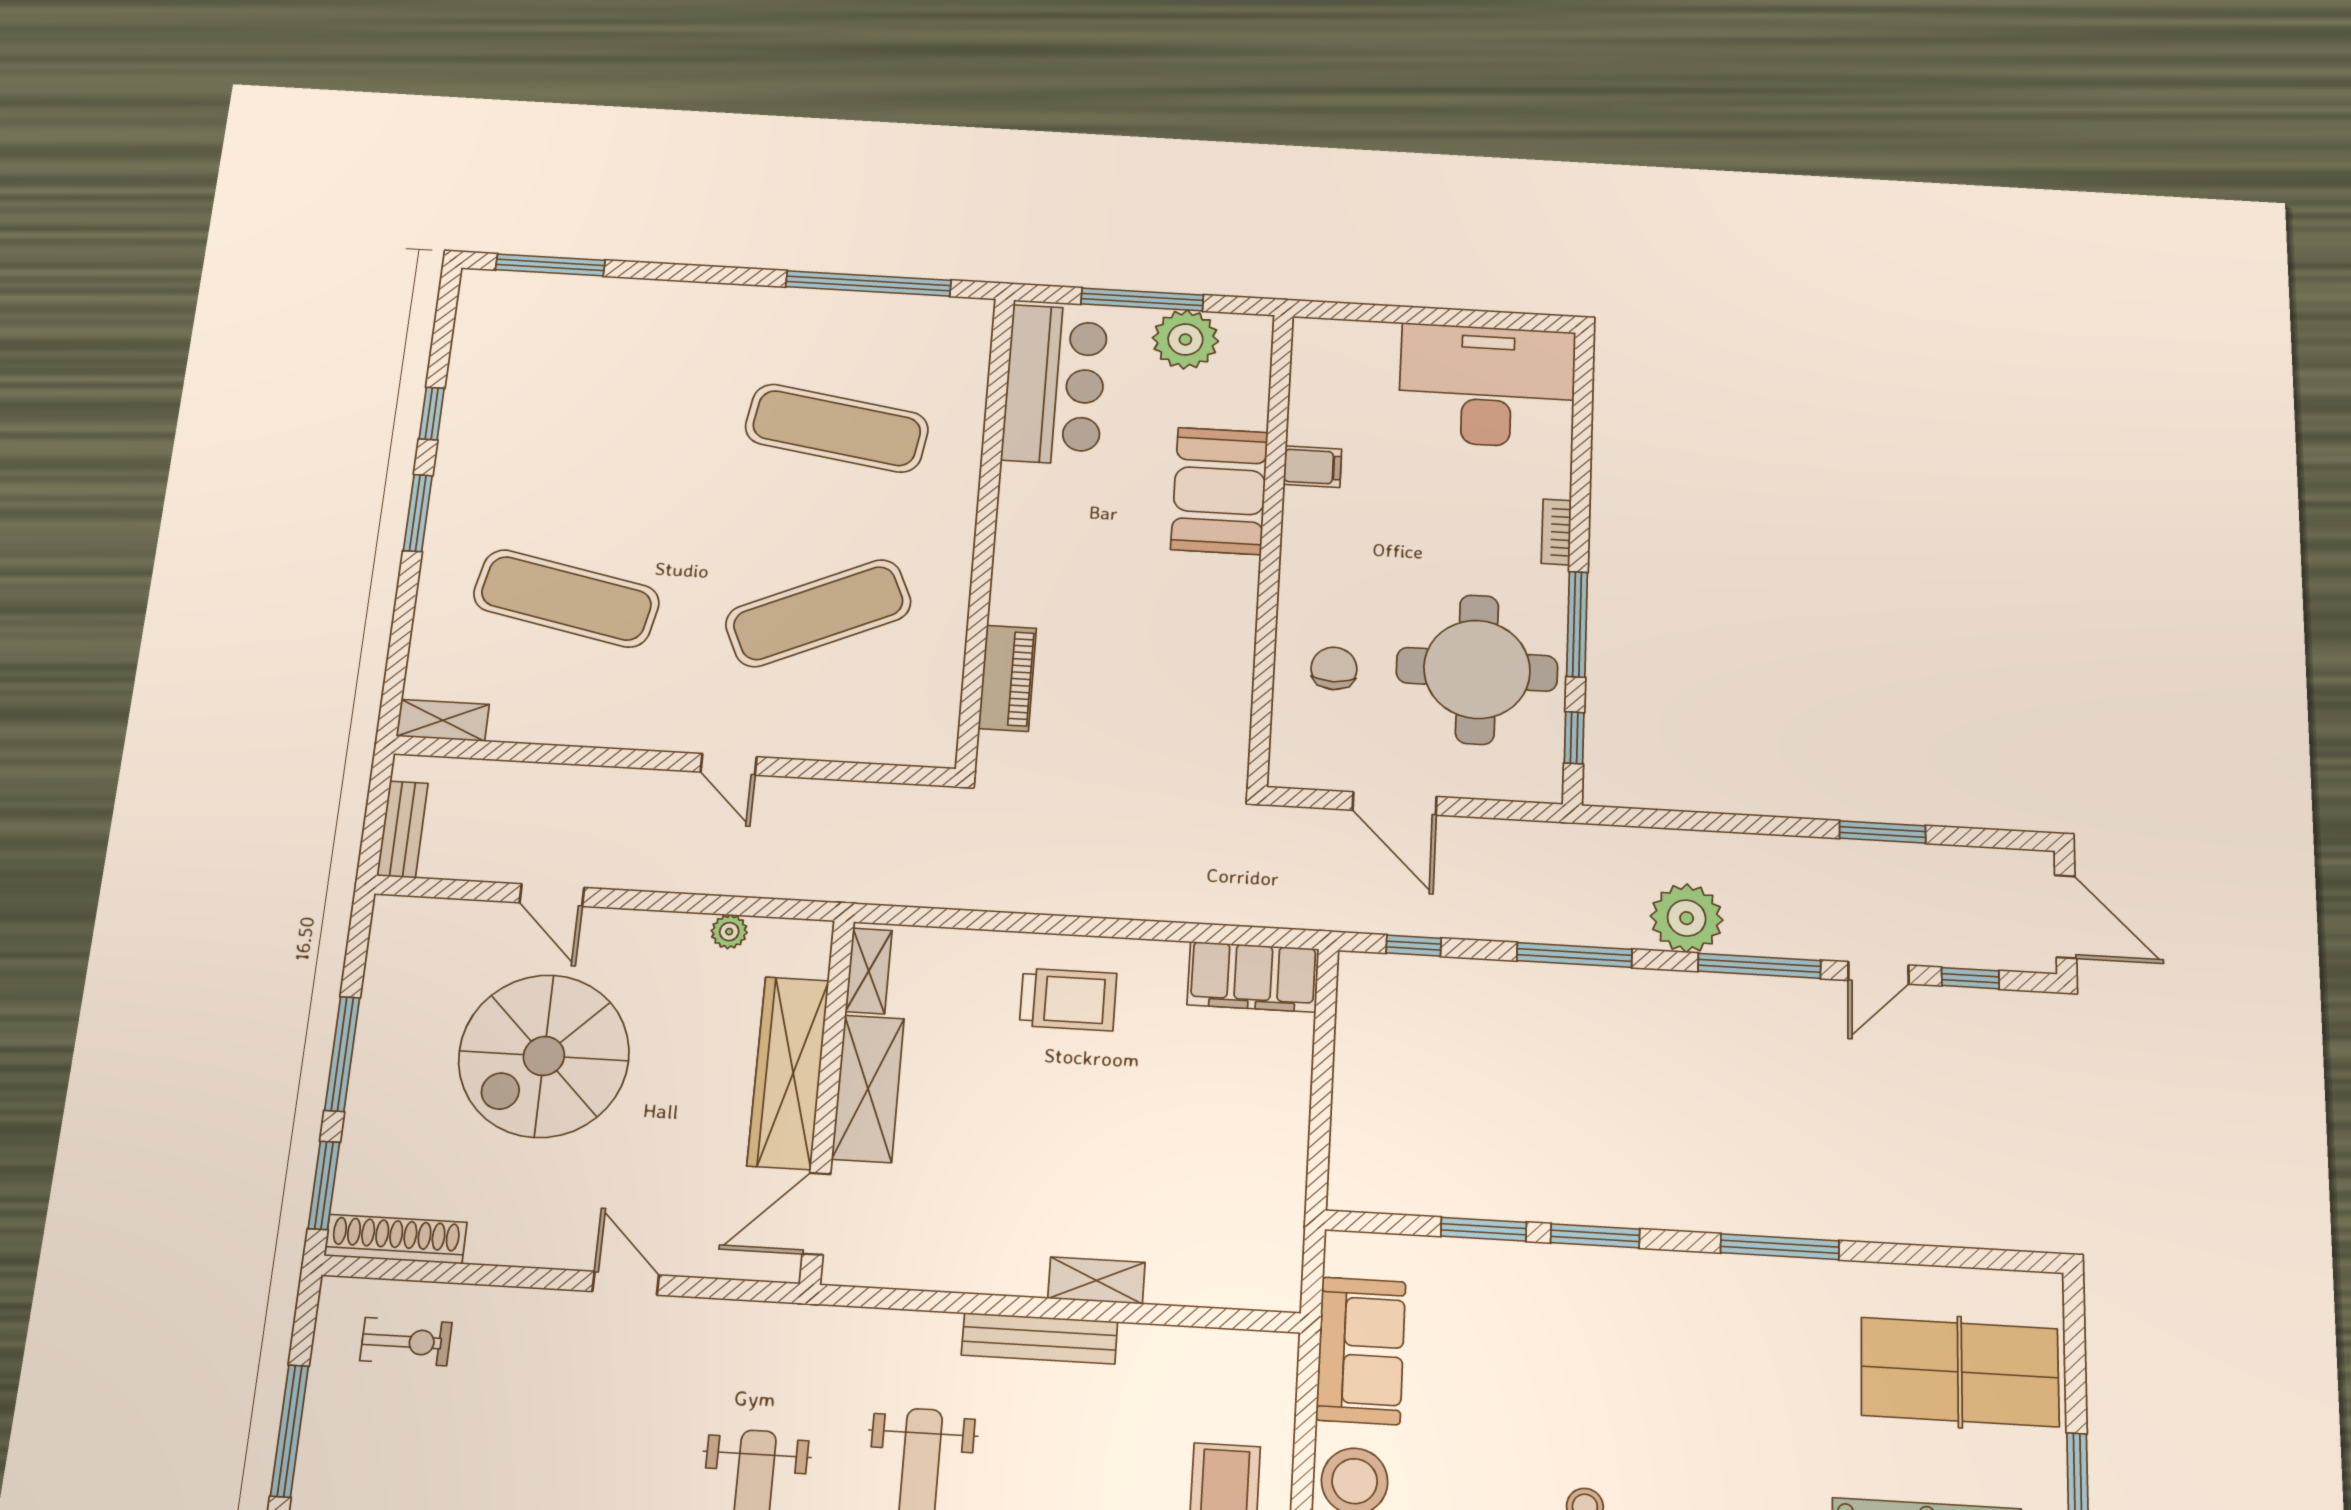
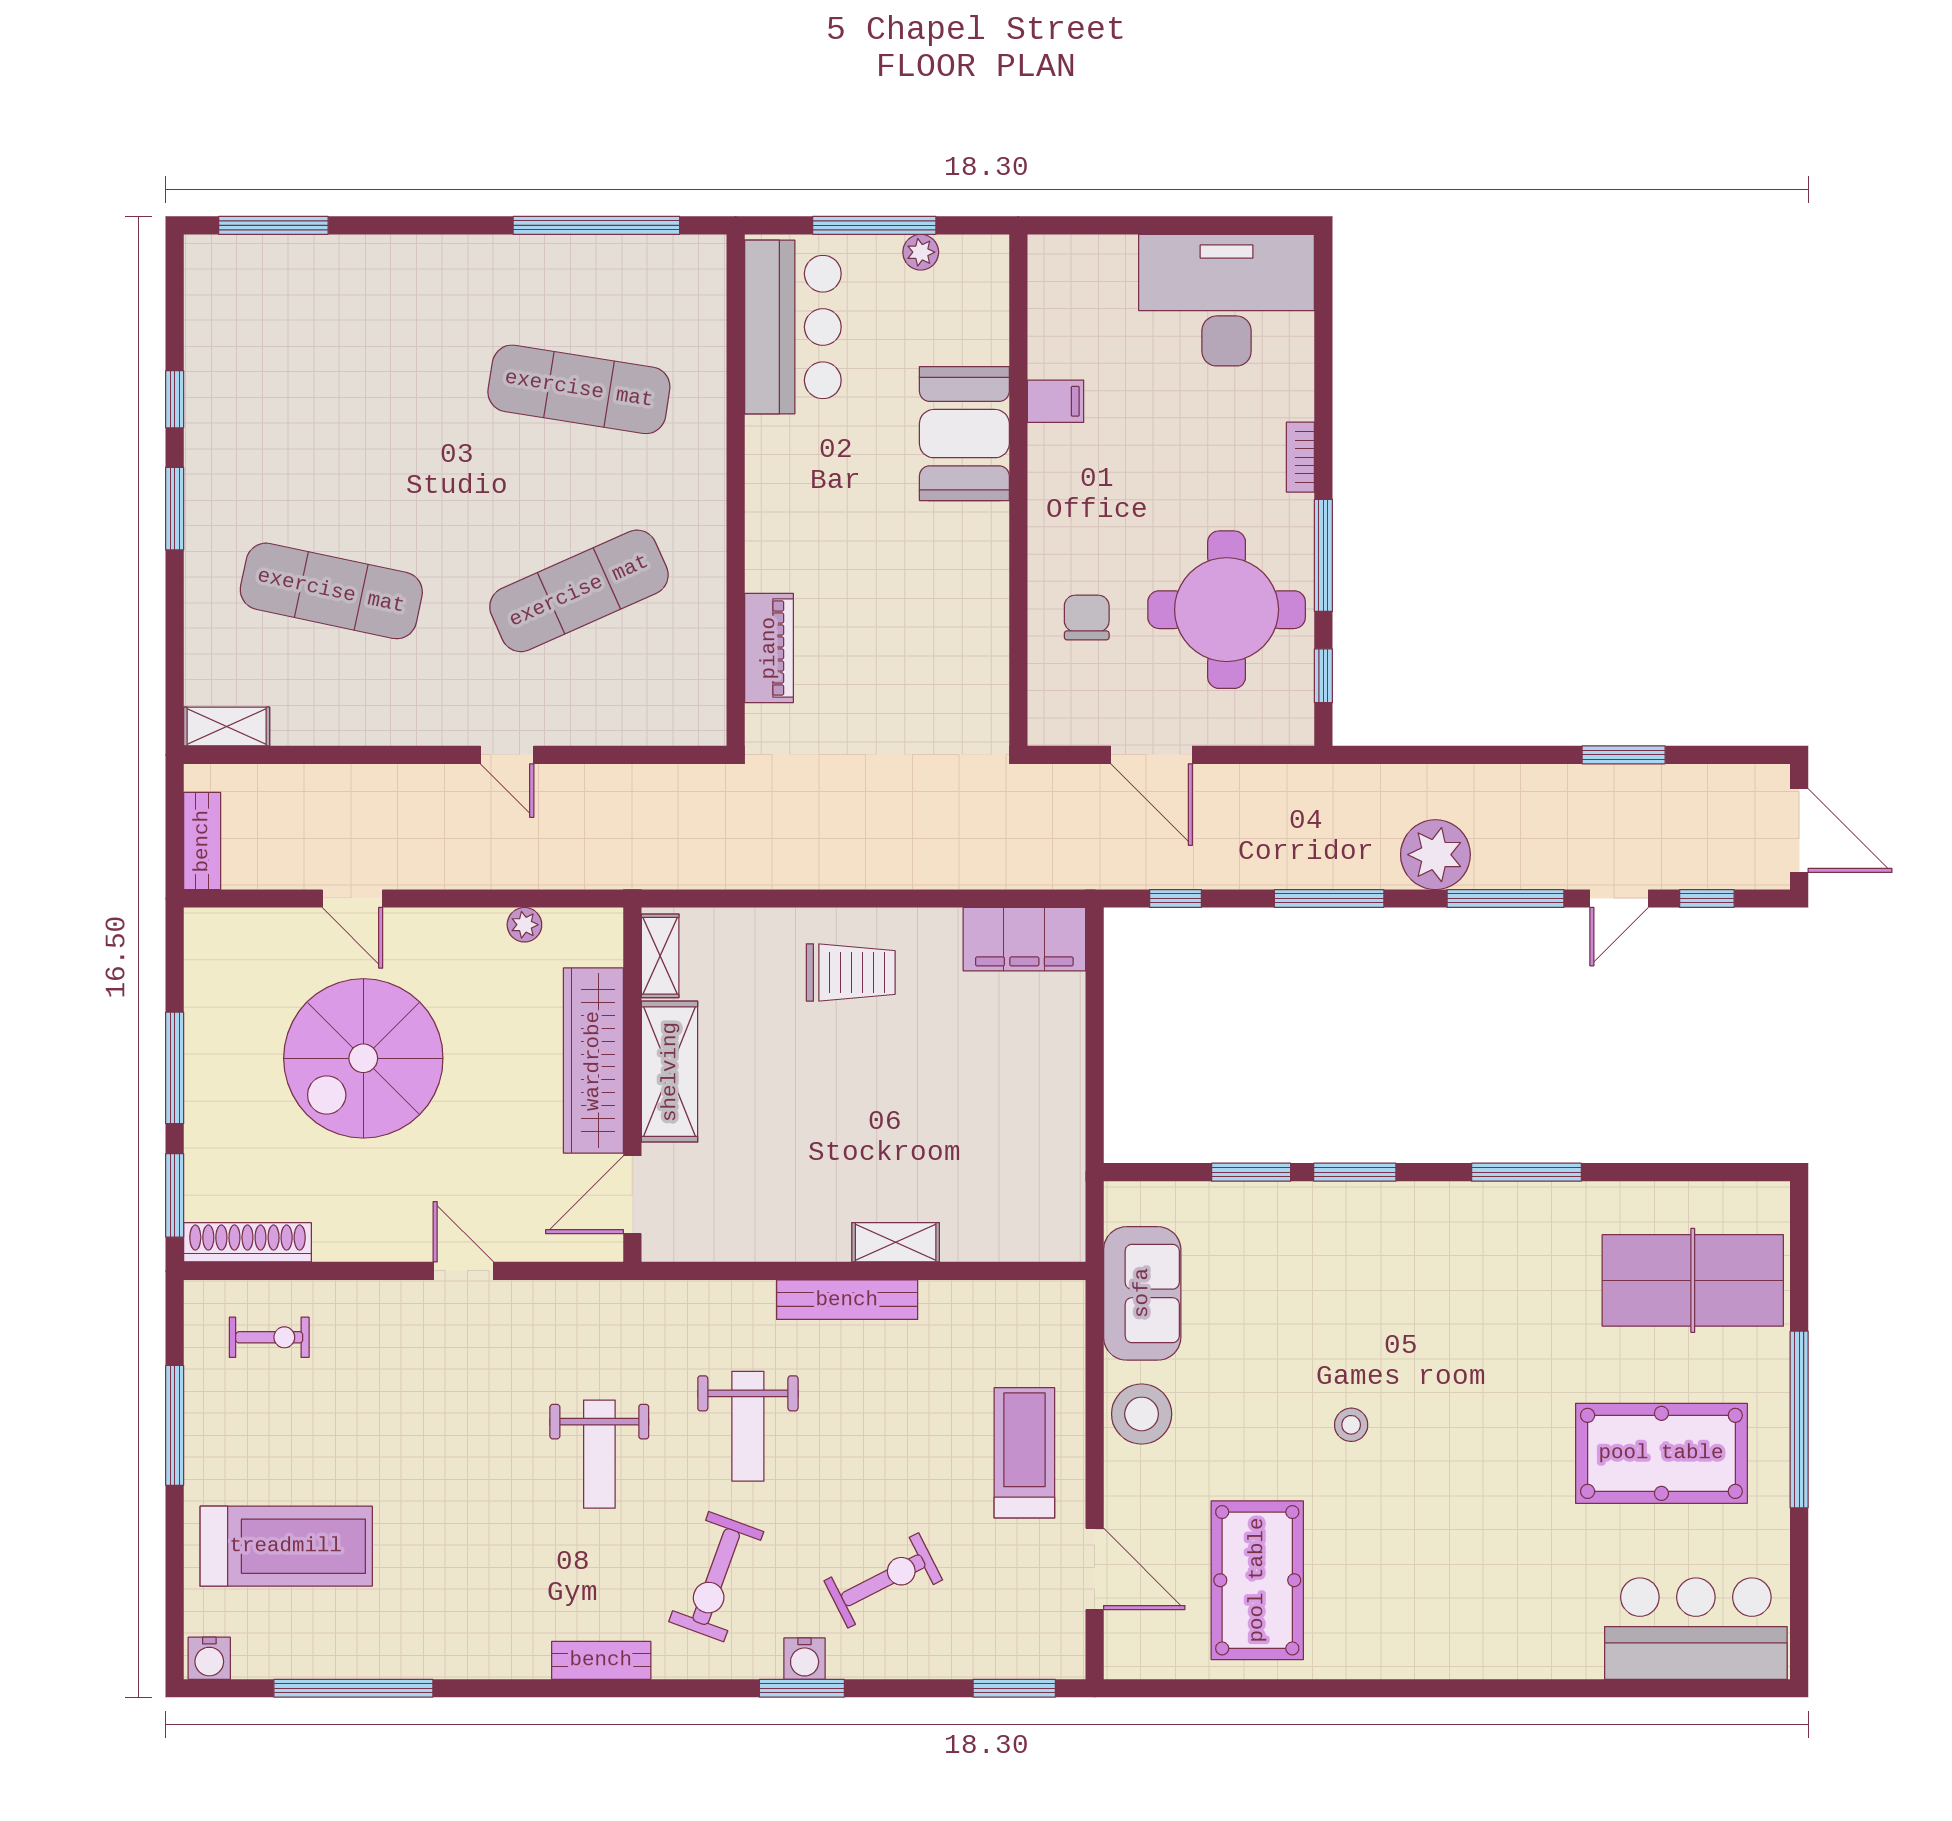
plant: (1185, 340) -> (921, 252), width x0.53, depth x0.53

